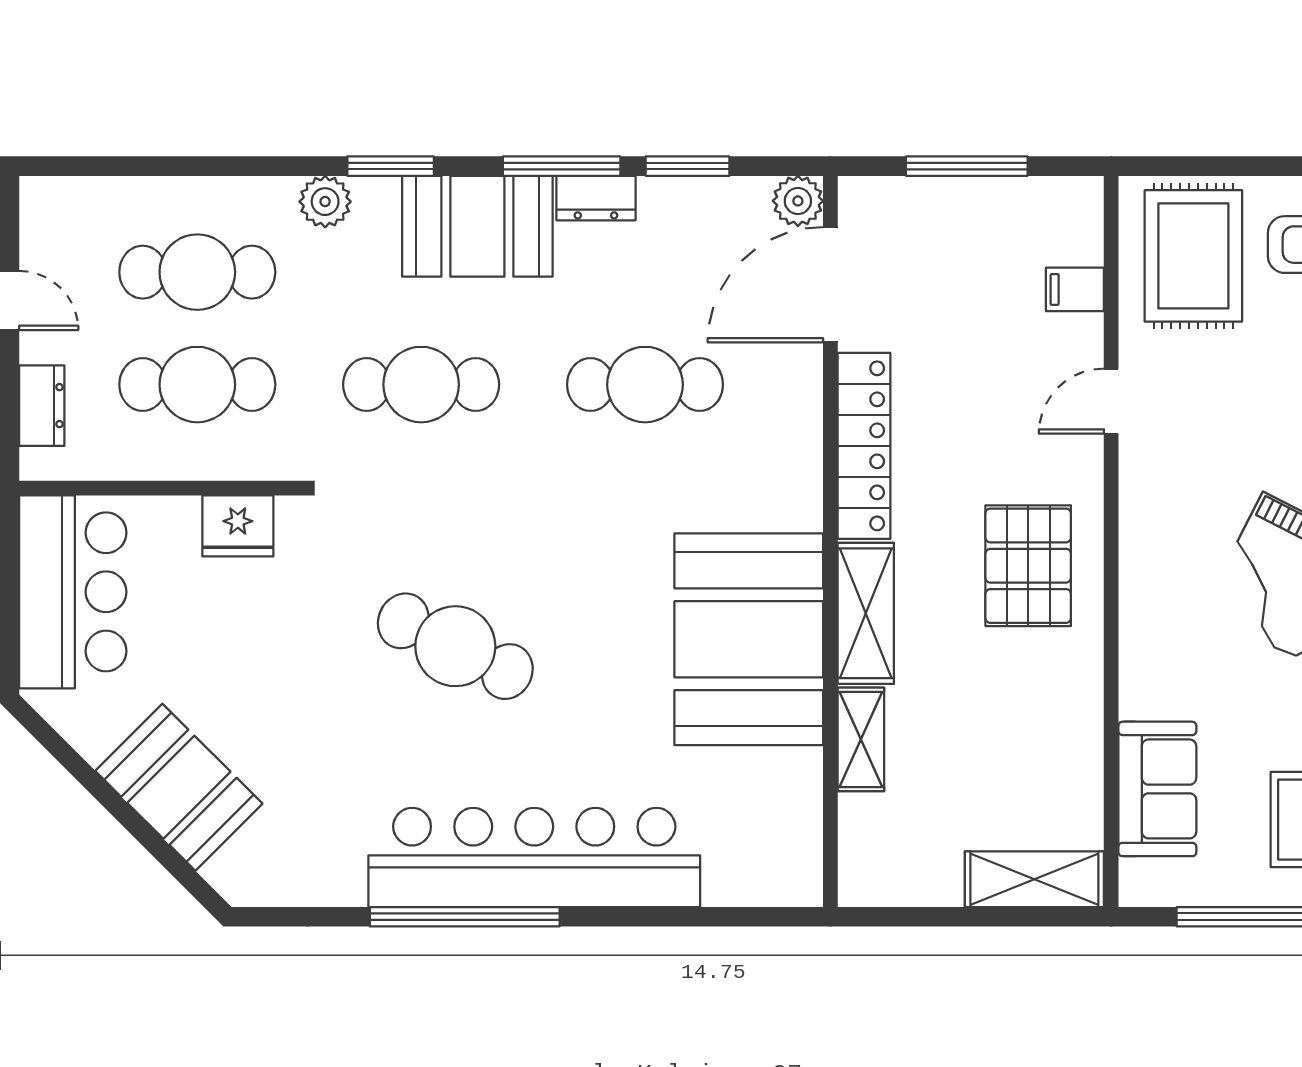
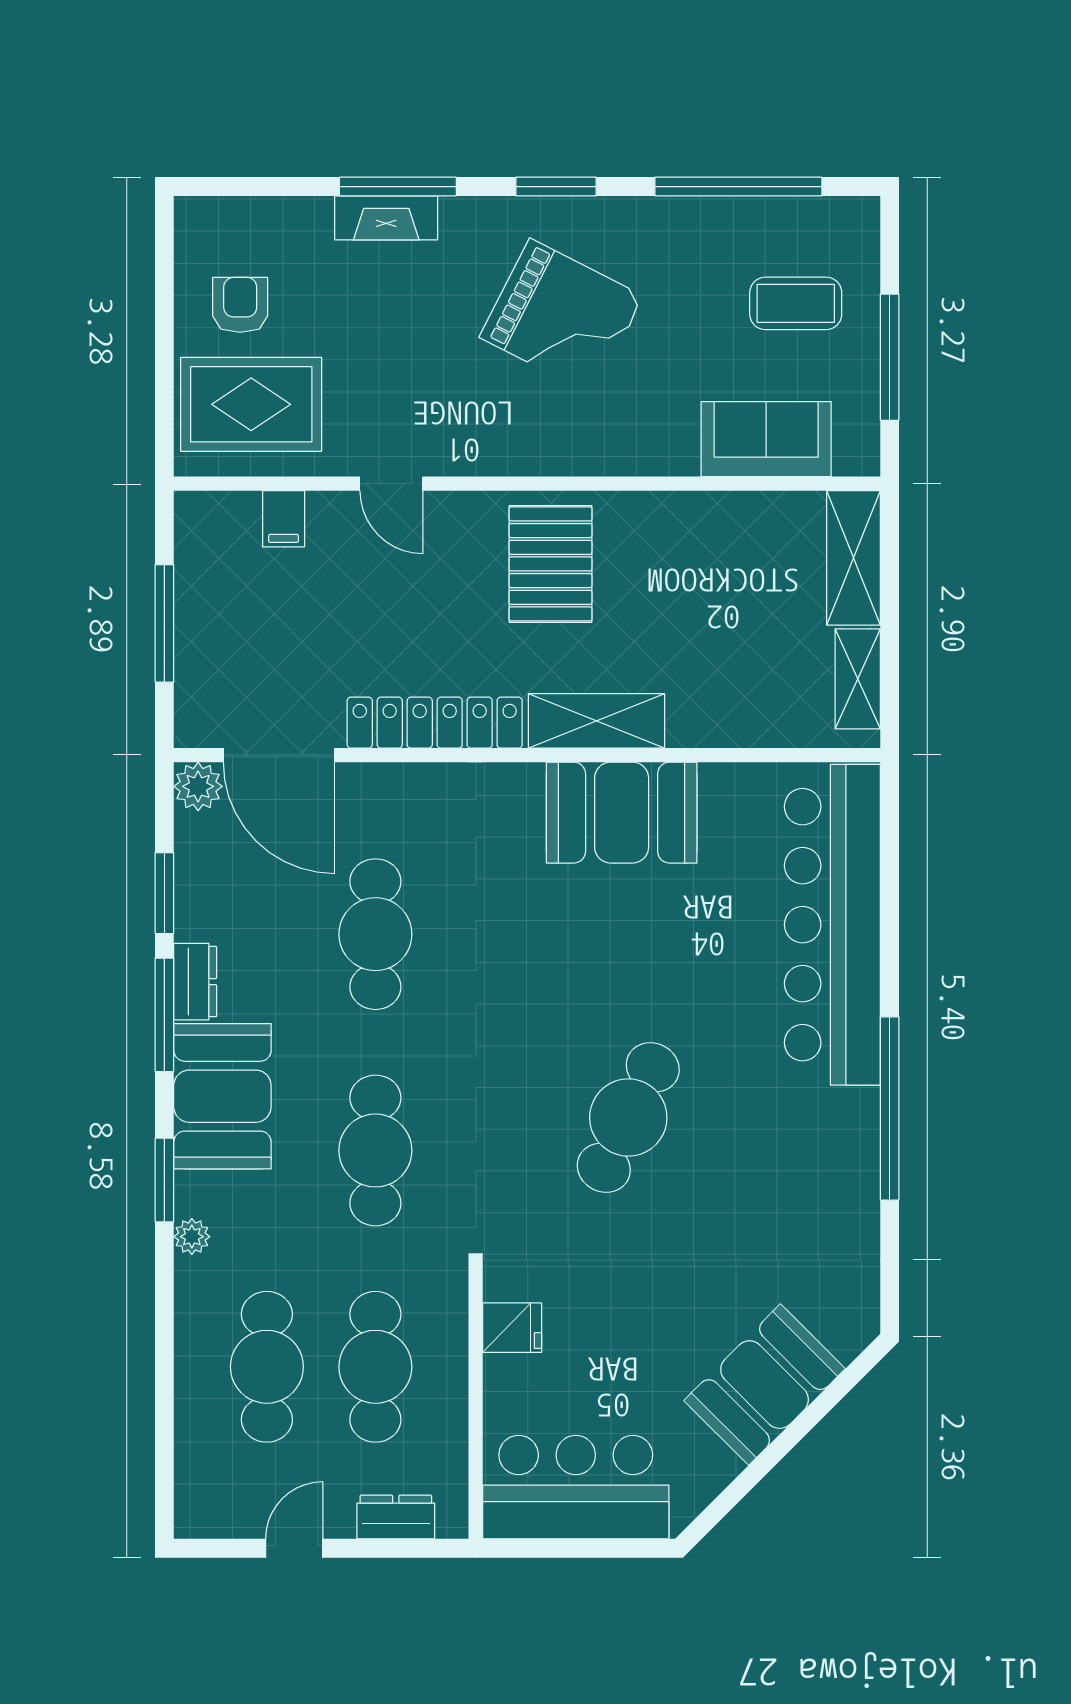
plant: (325, 202) -> (192, 1237), width x0.73, depth x0.73
fridge: (238, 526) -> (512, 1328), width x0.72
pallet: (1028, 566) -> (550, 564), turned 90
booth: (749, 639) -> (622, 813), width x0.73, depth x0.70
shelving: (861, 739) -> (858, 679), moved, turned 90
bar counter: (534, 857) -> (832, 925), moved

